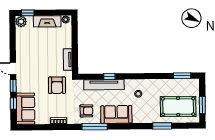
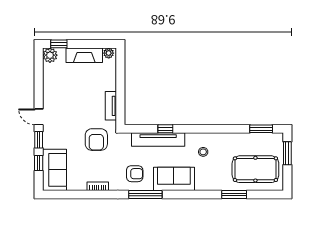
window: (202, 105) -> (287, 153), moved

